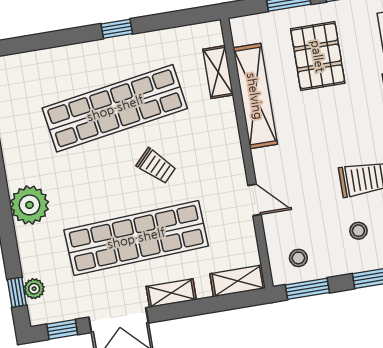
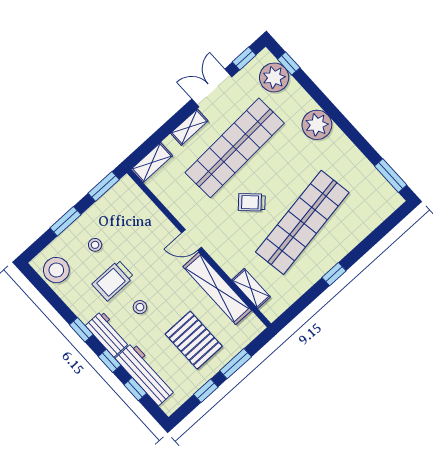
door: (255, 200) -> (191, 240), moved
stool: (298, 258) -> (140, 307), moved
plant: (34, 289) -> (274, 77), width x1.88, depth x1.88

